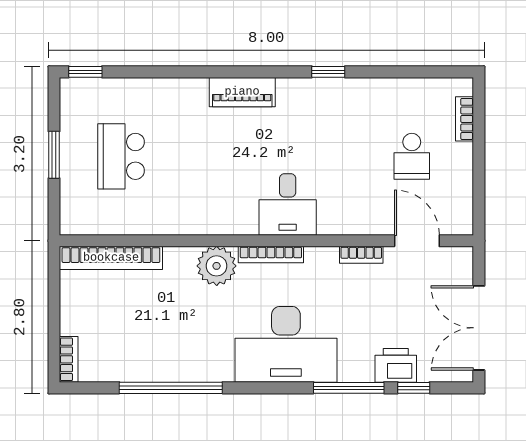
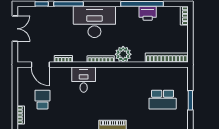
school desk: (121, 156) -> (163, 100), turned 90
desk: (288, 204) -> (84, 80), moved
double door: (479, 328) -> (15, 29), width x0.73
printer: (396, 365) -> (148, 13), moved

